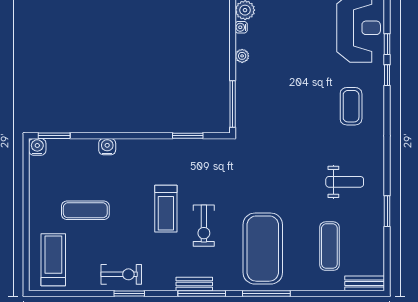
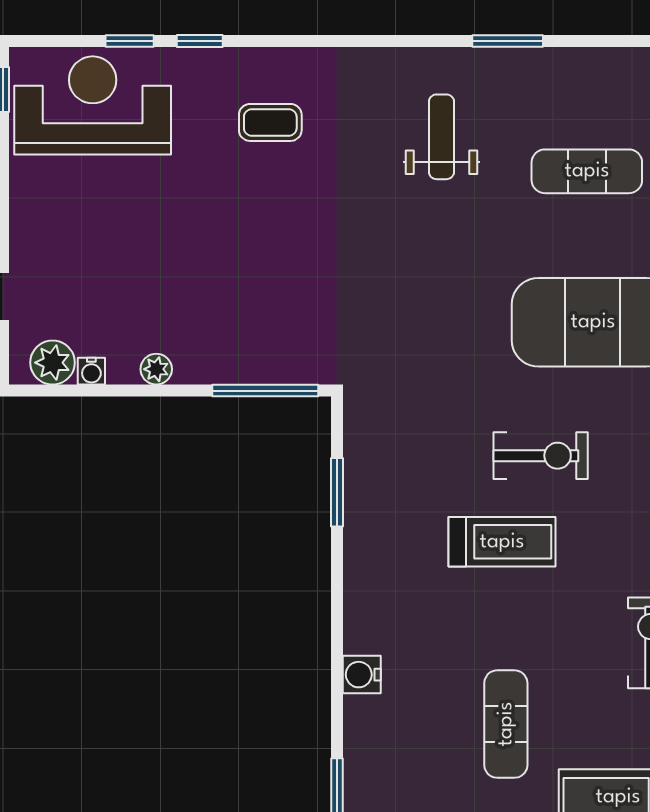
coffee table: (351, 106) -> (270, 122), width x0.73, depth x0.77

